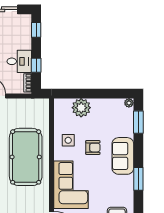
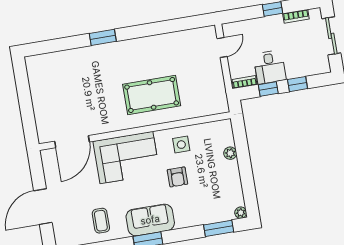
window: (36, 30) -> (297, 84), moved
plant: (81, 108) -> (230, 153), width x0.53, depth x0.53
sofa: (123, 156) -> (150, 220), moved
pool table: (26, 157) -> (152, 95), width x0.73, depth x0.76

